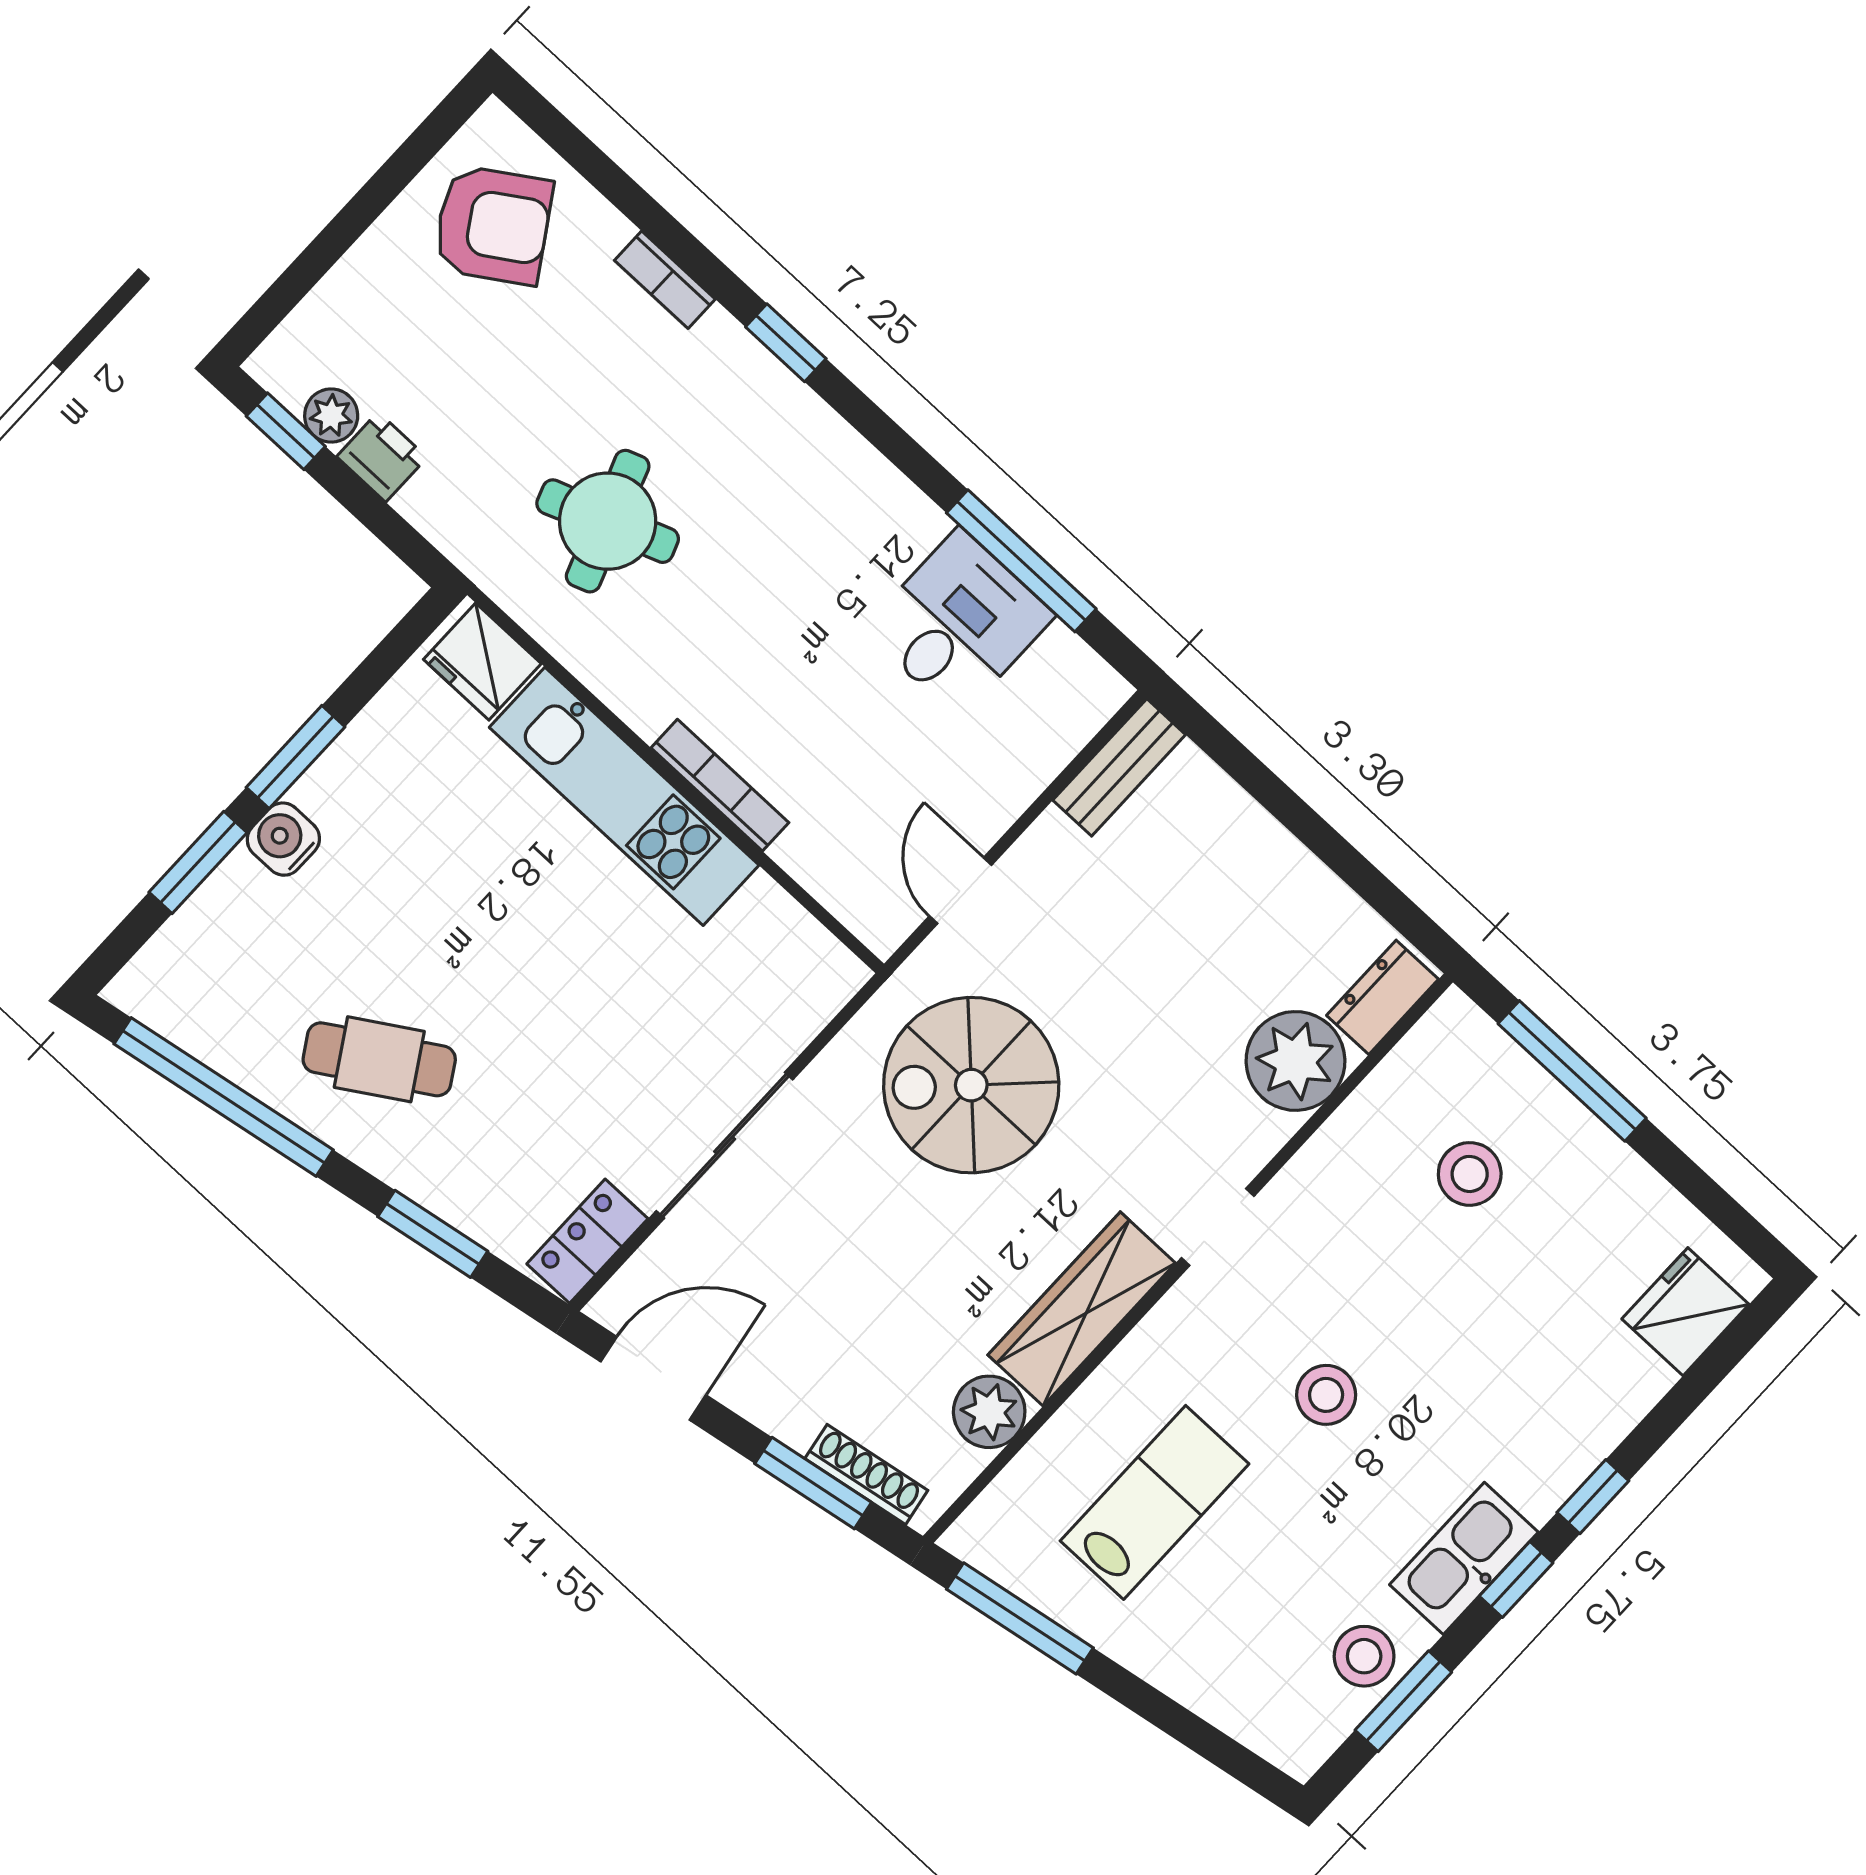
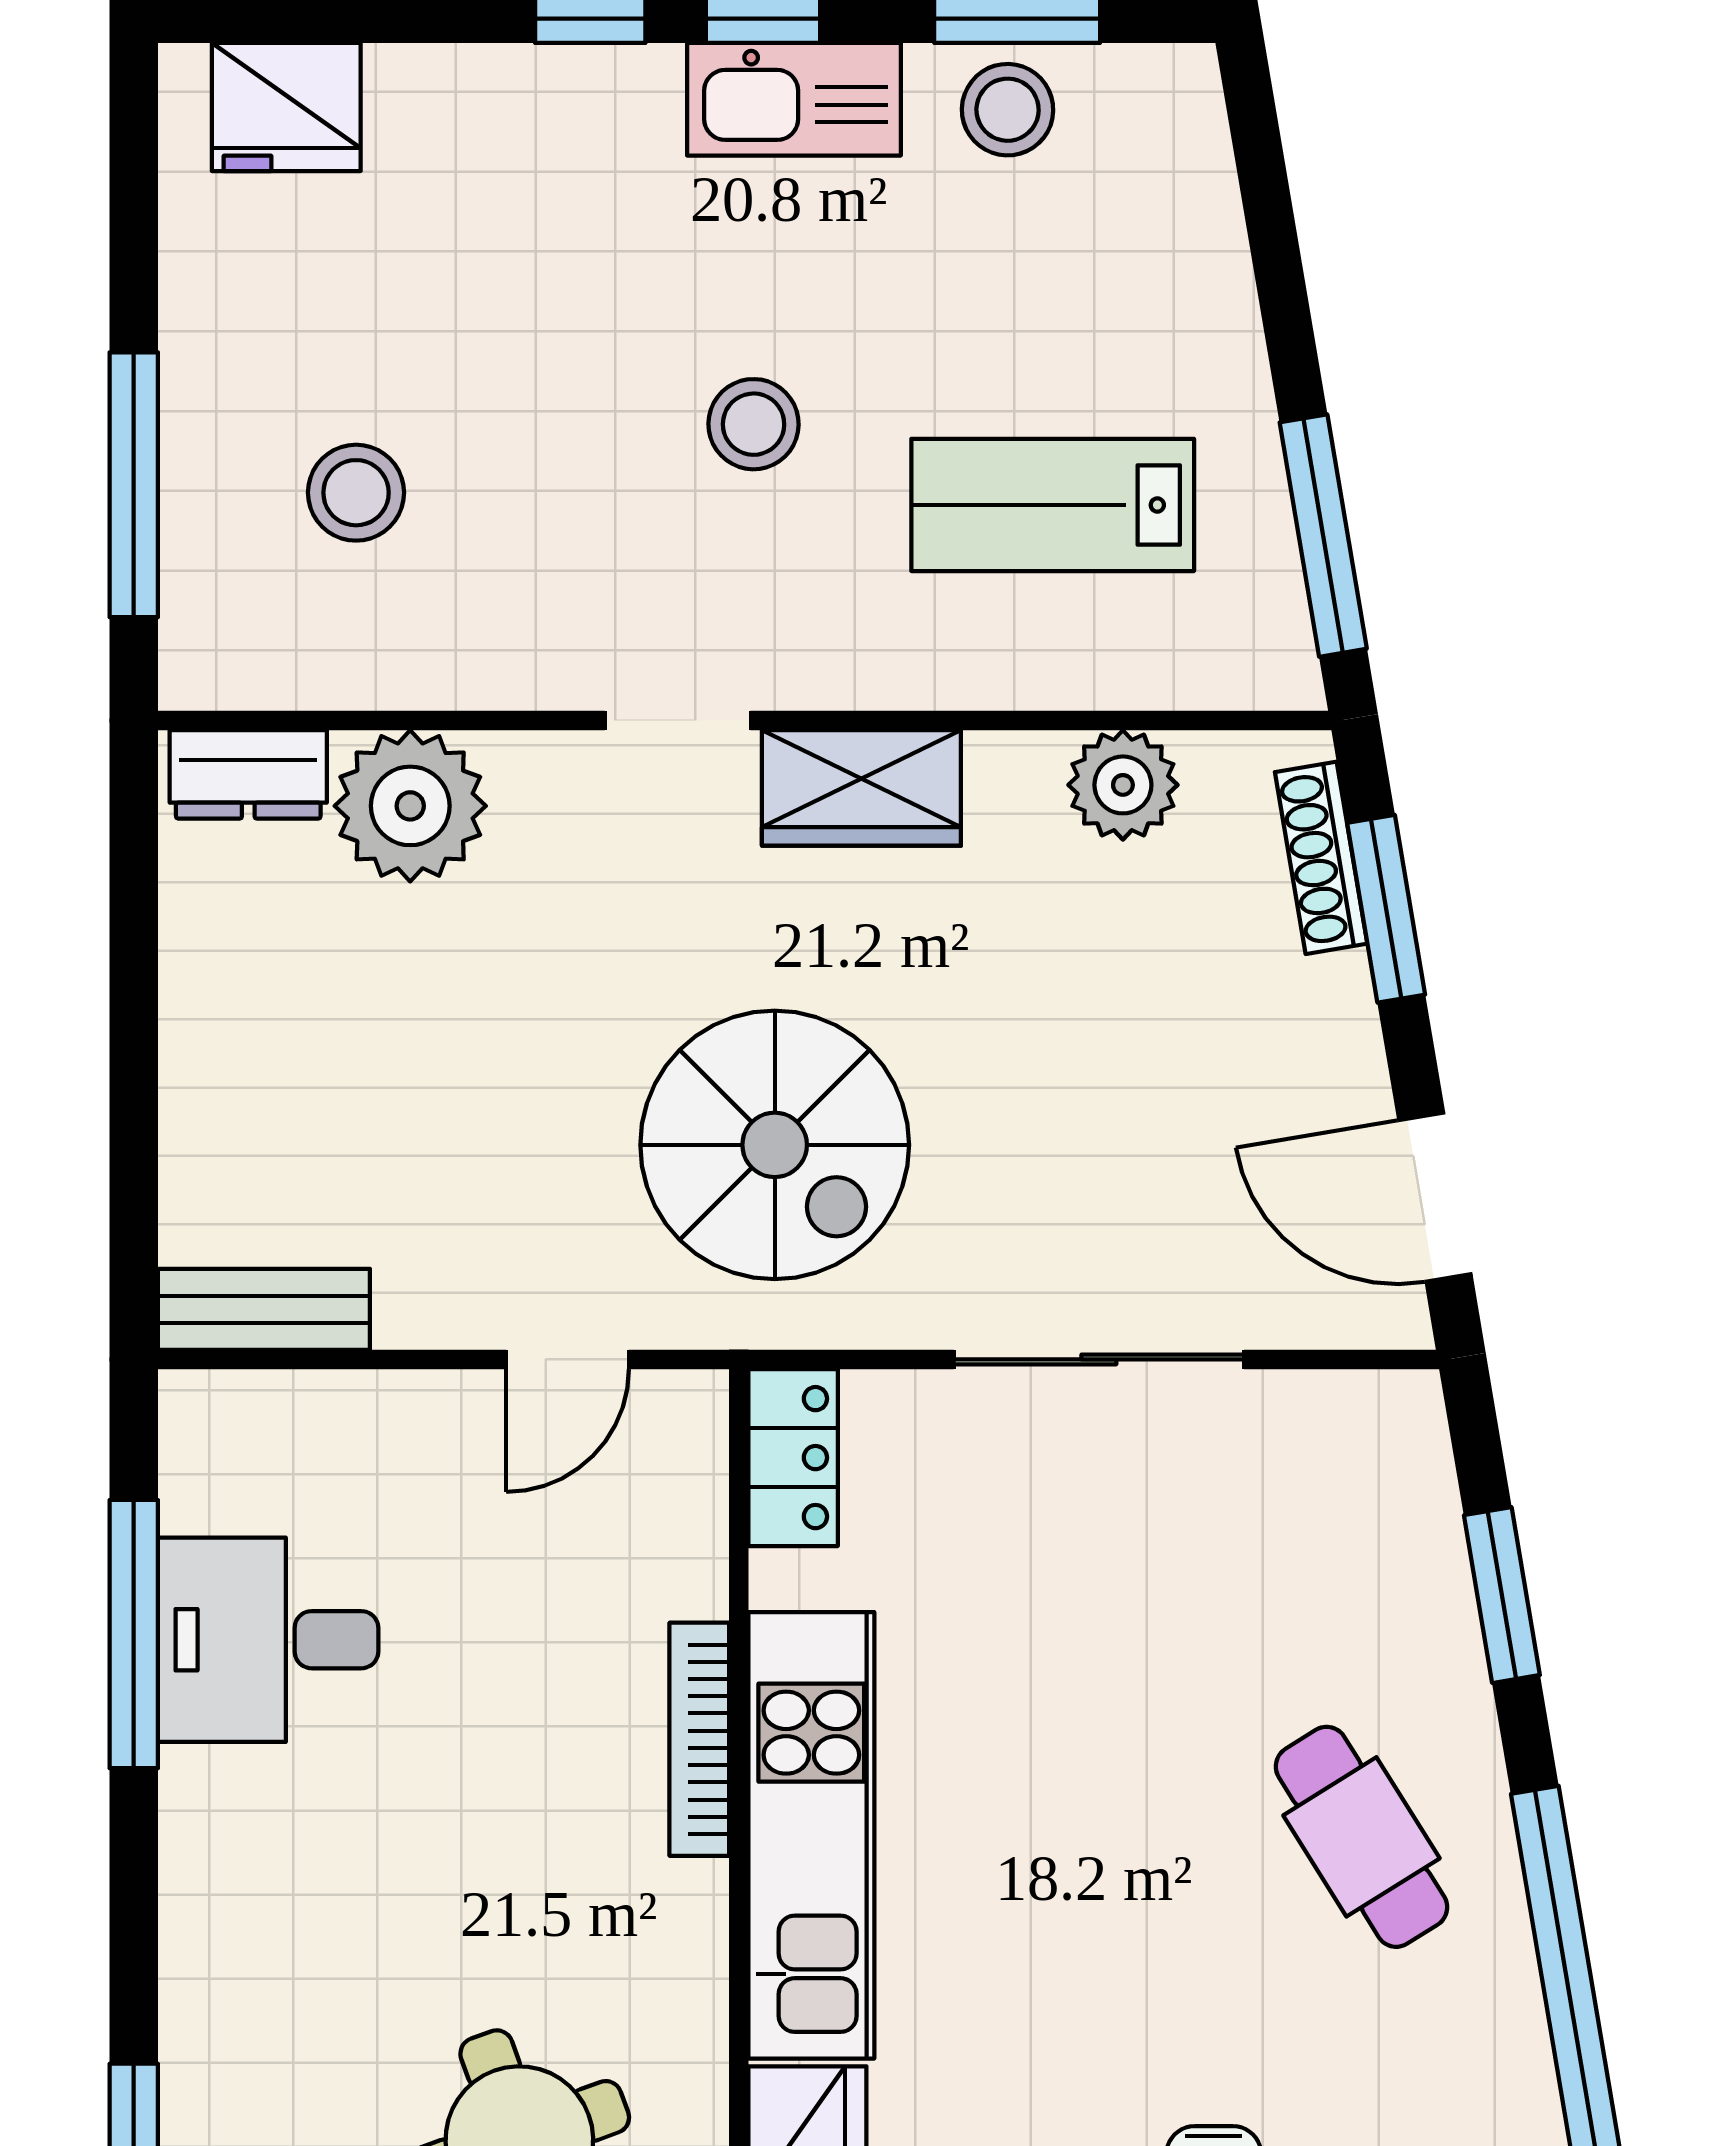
locker: (587, 1241) -> (793, 1458), moved, turned -90
wardrobe: (1082, 1309) -> (861, 788), width x0.67

